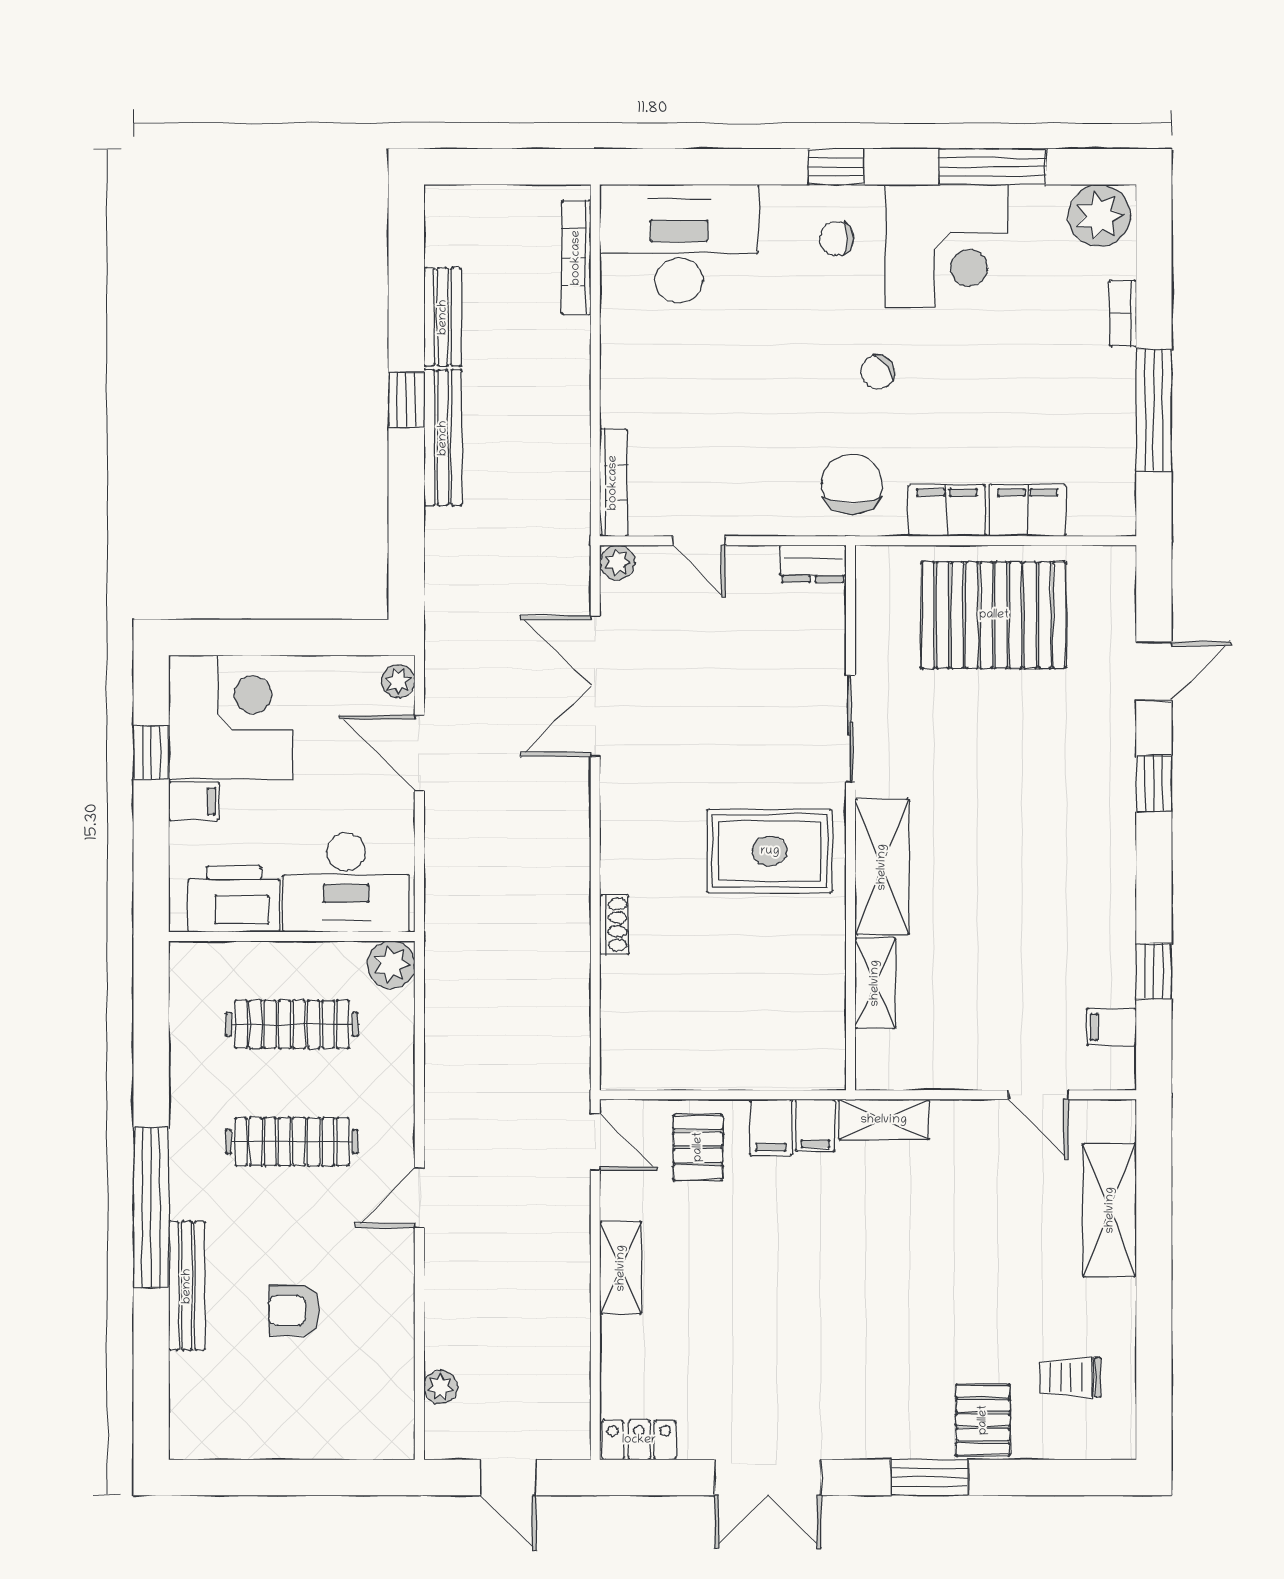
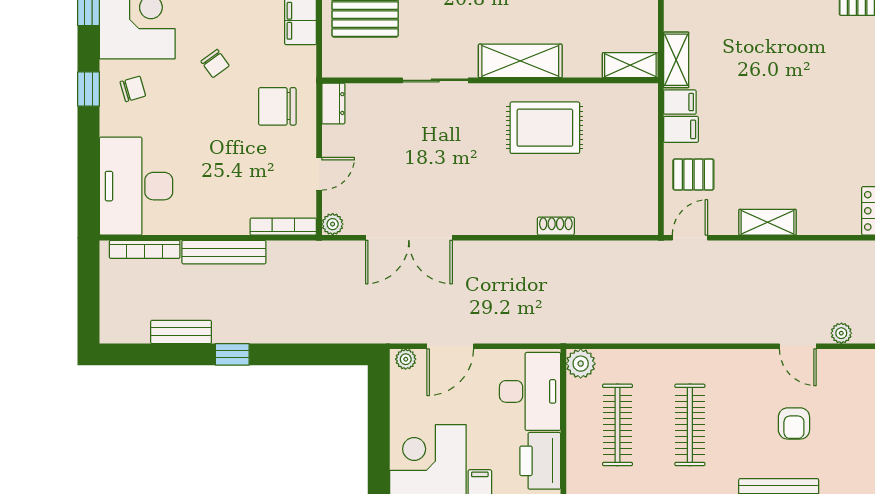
chair: (837, 239) -> (133, 89), turned -106
bench: (443, 438) -> (224, 252), moved
chair: (852, 484) -> (277, 106), moved
rug: (770, 851) -> (545, 128), moved, turned 90
shelving: (875, 983) -> (630, 65), moved
door: (419, 1198) -> (798, 346), moved

